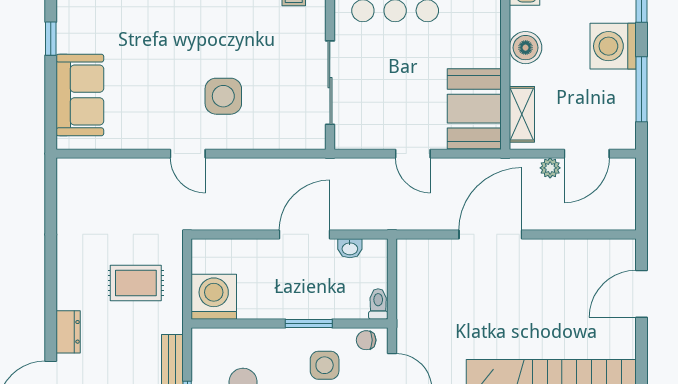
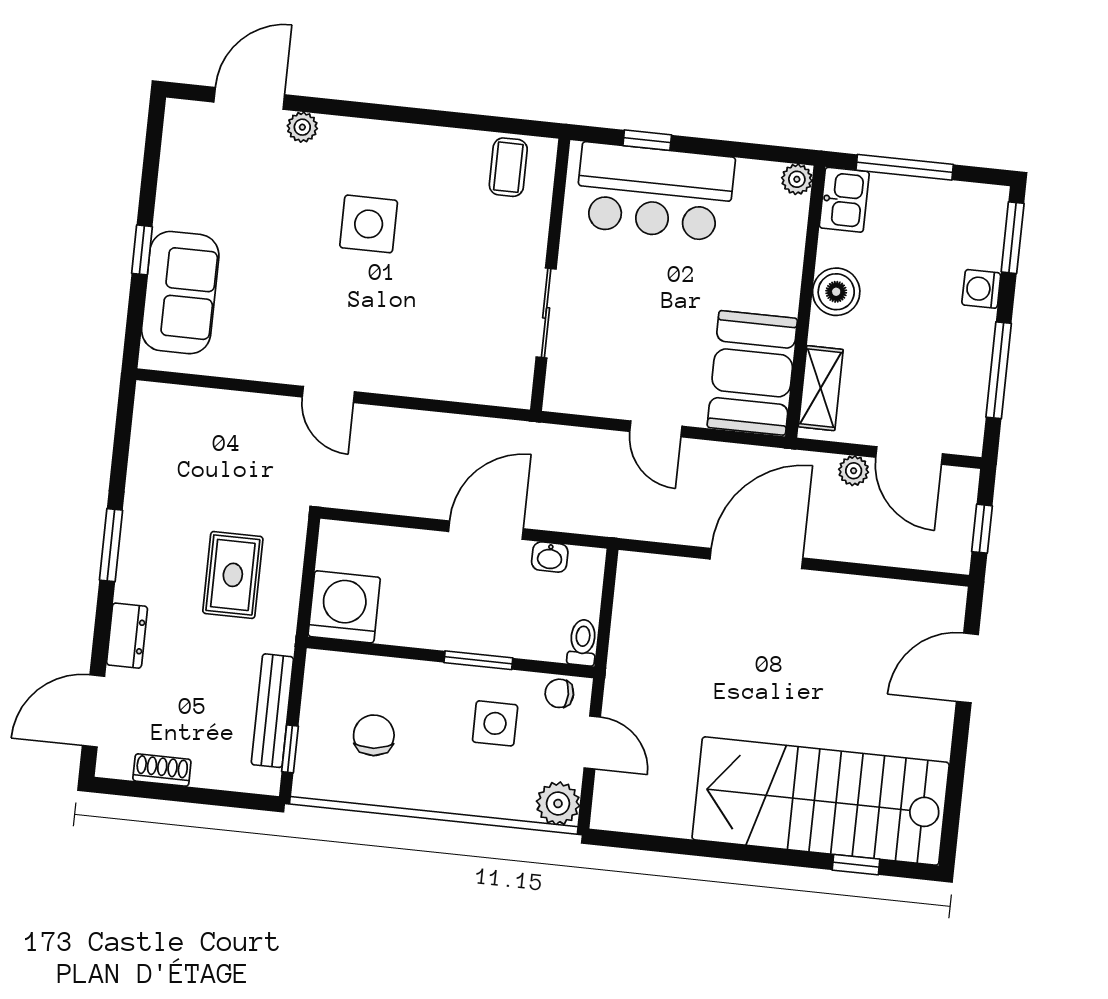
window: (51, 39) -> (142, 250), moved
washing machine: (613, 46) -> (981, 289), width x0.53, depth x0.53
sliding door: (330, 83) -> (546, 313), width x0.73
side table: (223, 96) -> (369, 224), moved
door: (587, 154) -> (909, 455), hinge flipped
window: (641, 198) -> (982, 529), added
window: (51, 271) -> (111, 545), added
rug: (136, 283) -> (233, 575), turned 90

